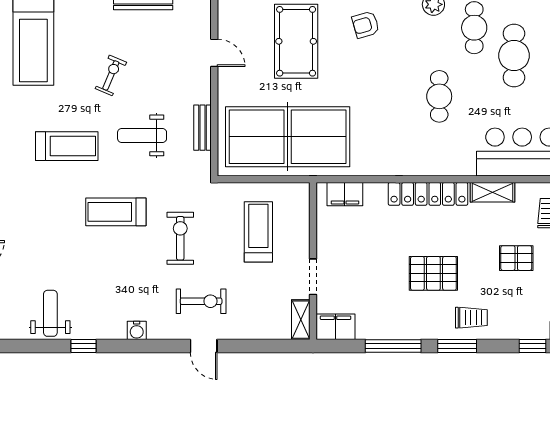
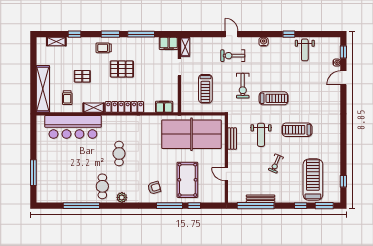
cafe table: (514, 56) -> (83, 173), removed
weight bench: (142, 135) -> (261, 135), turned 90

